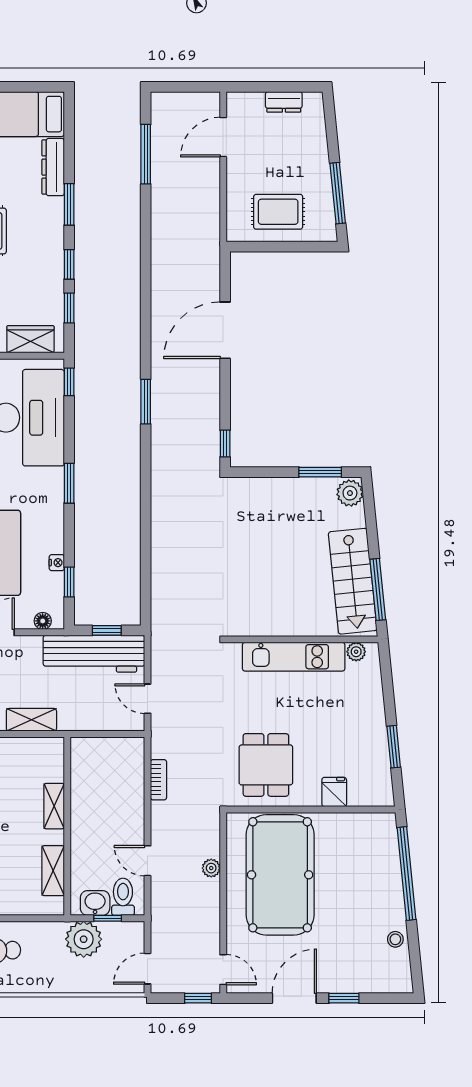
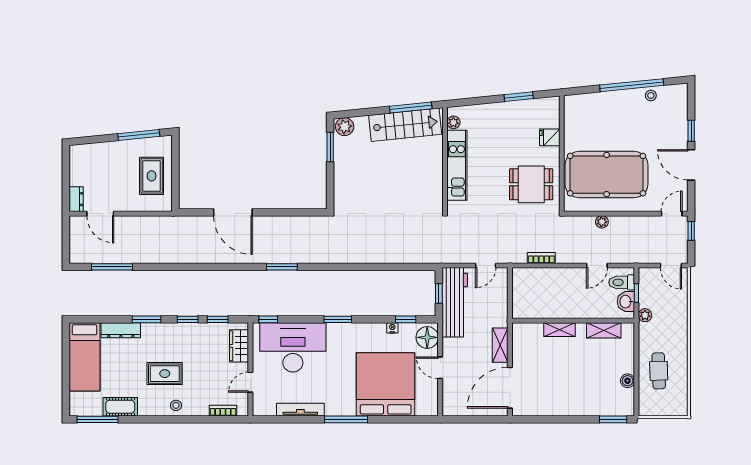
dresser: (284, 102) -> (76, 199), moved
window: (225, 444) -> (311, 212), removed
floor lamp: (43, 621) -> (427, 337), width x1.89, depth x1.89
window: (406, 874) -> (632, 85), moved
plant: (84, 939) -> (645, 315), width x0.53, depth x0.53

